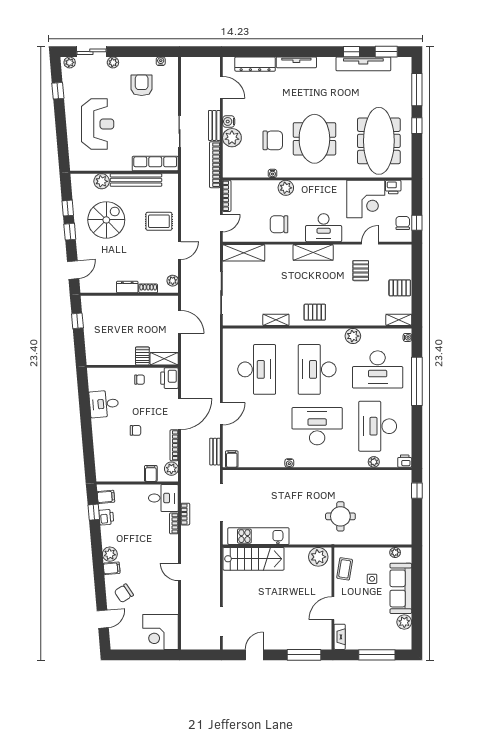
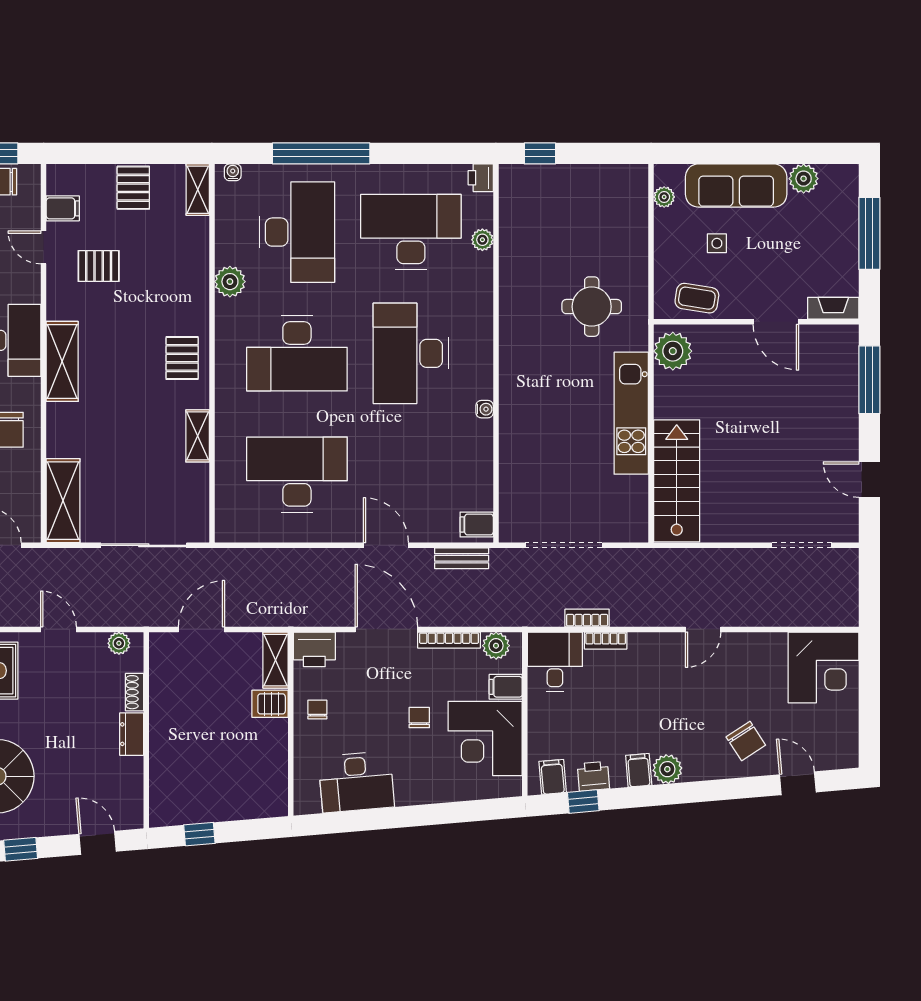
filing cabinet: (389, 253) -> (63, 208), added
desk: (104, 404) -> (356, 782), width x1.37
desk: (378, 426) -> (411, 232), turned 180
corner desk: (125, 463) -> (485, 738), added
kitchen unit: (258, 536) -> (631, 413), moved
filing cabinet: (112, 568) -> (639, 770), moved

